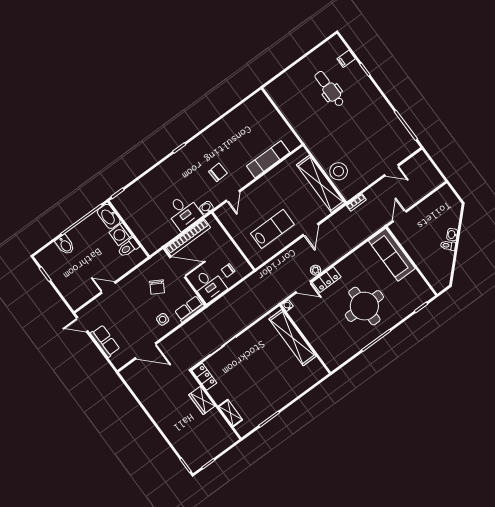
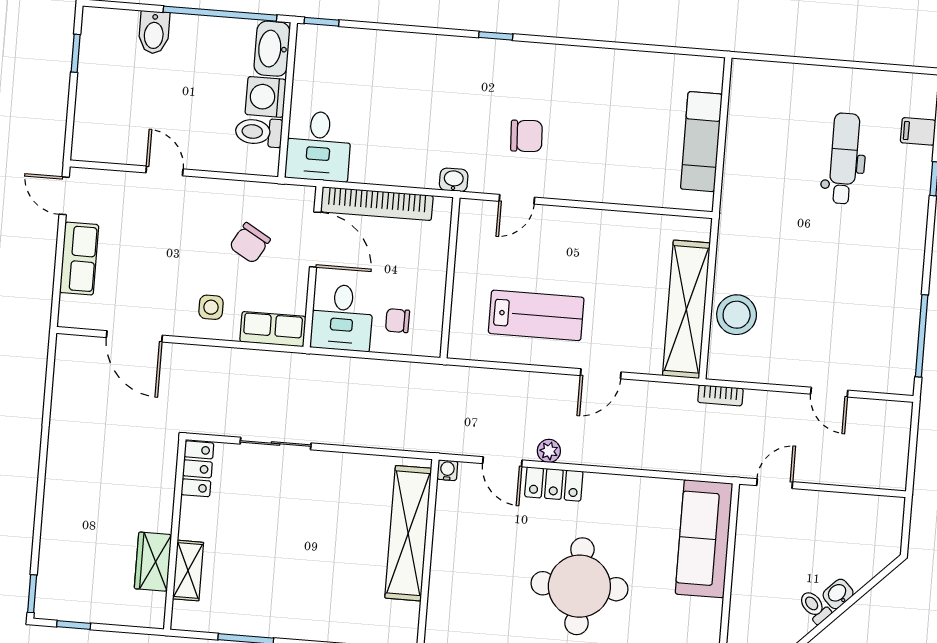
exam couch: (268, 159) -> (701, 142), moved, turned -90
desk: (184, 212) -> (319, 146), moved
wardrobe: (202, 400) -> (153, 562), moved

